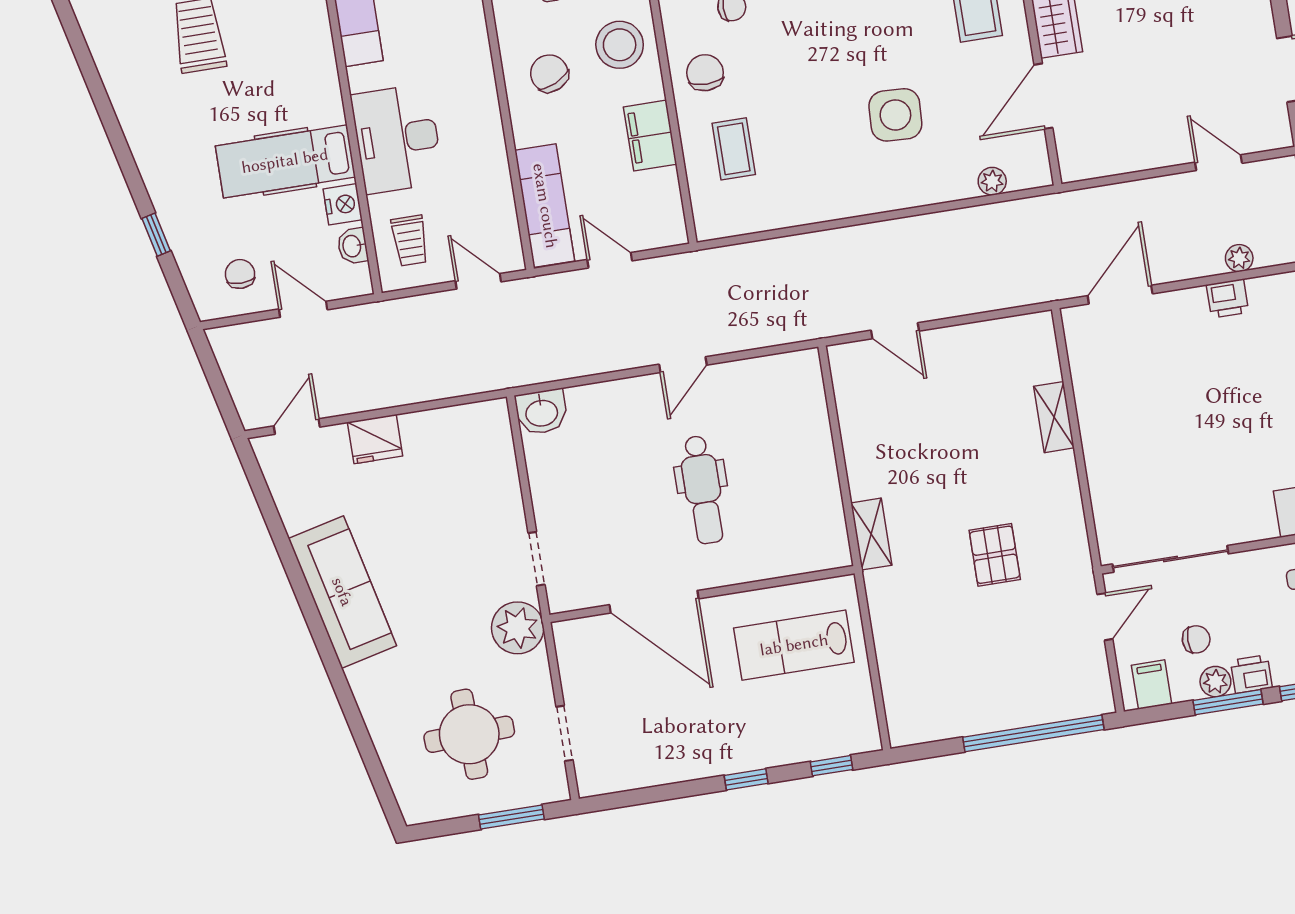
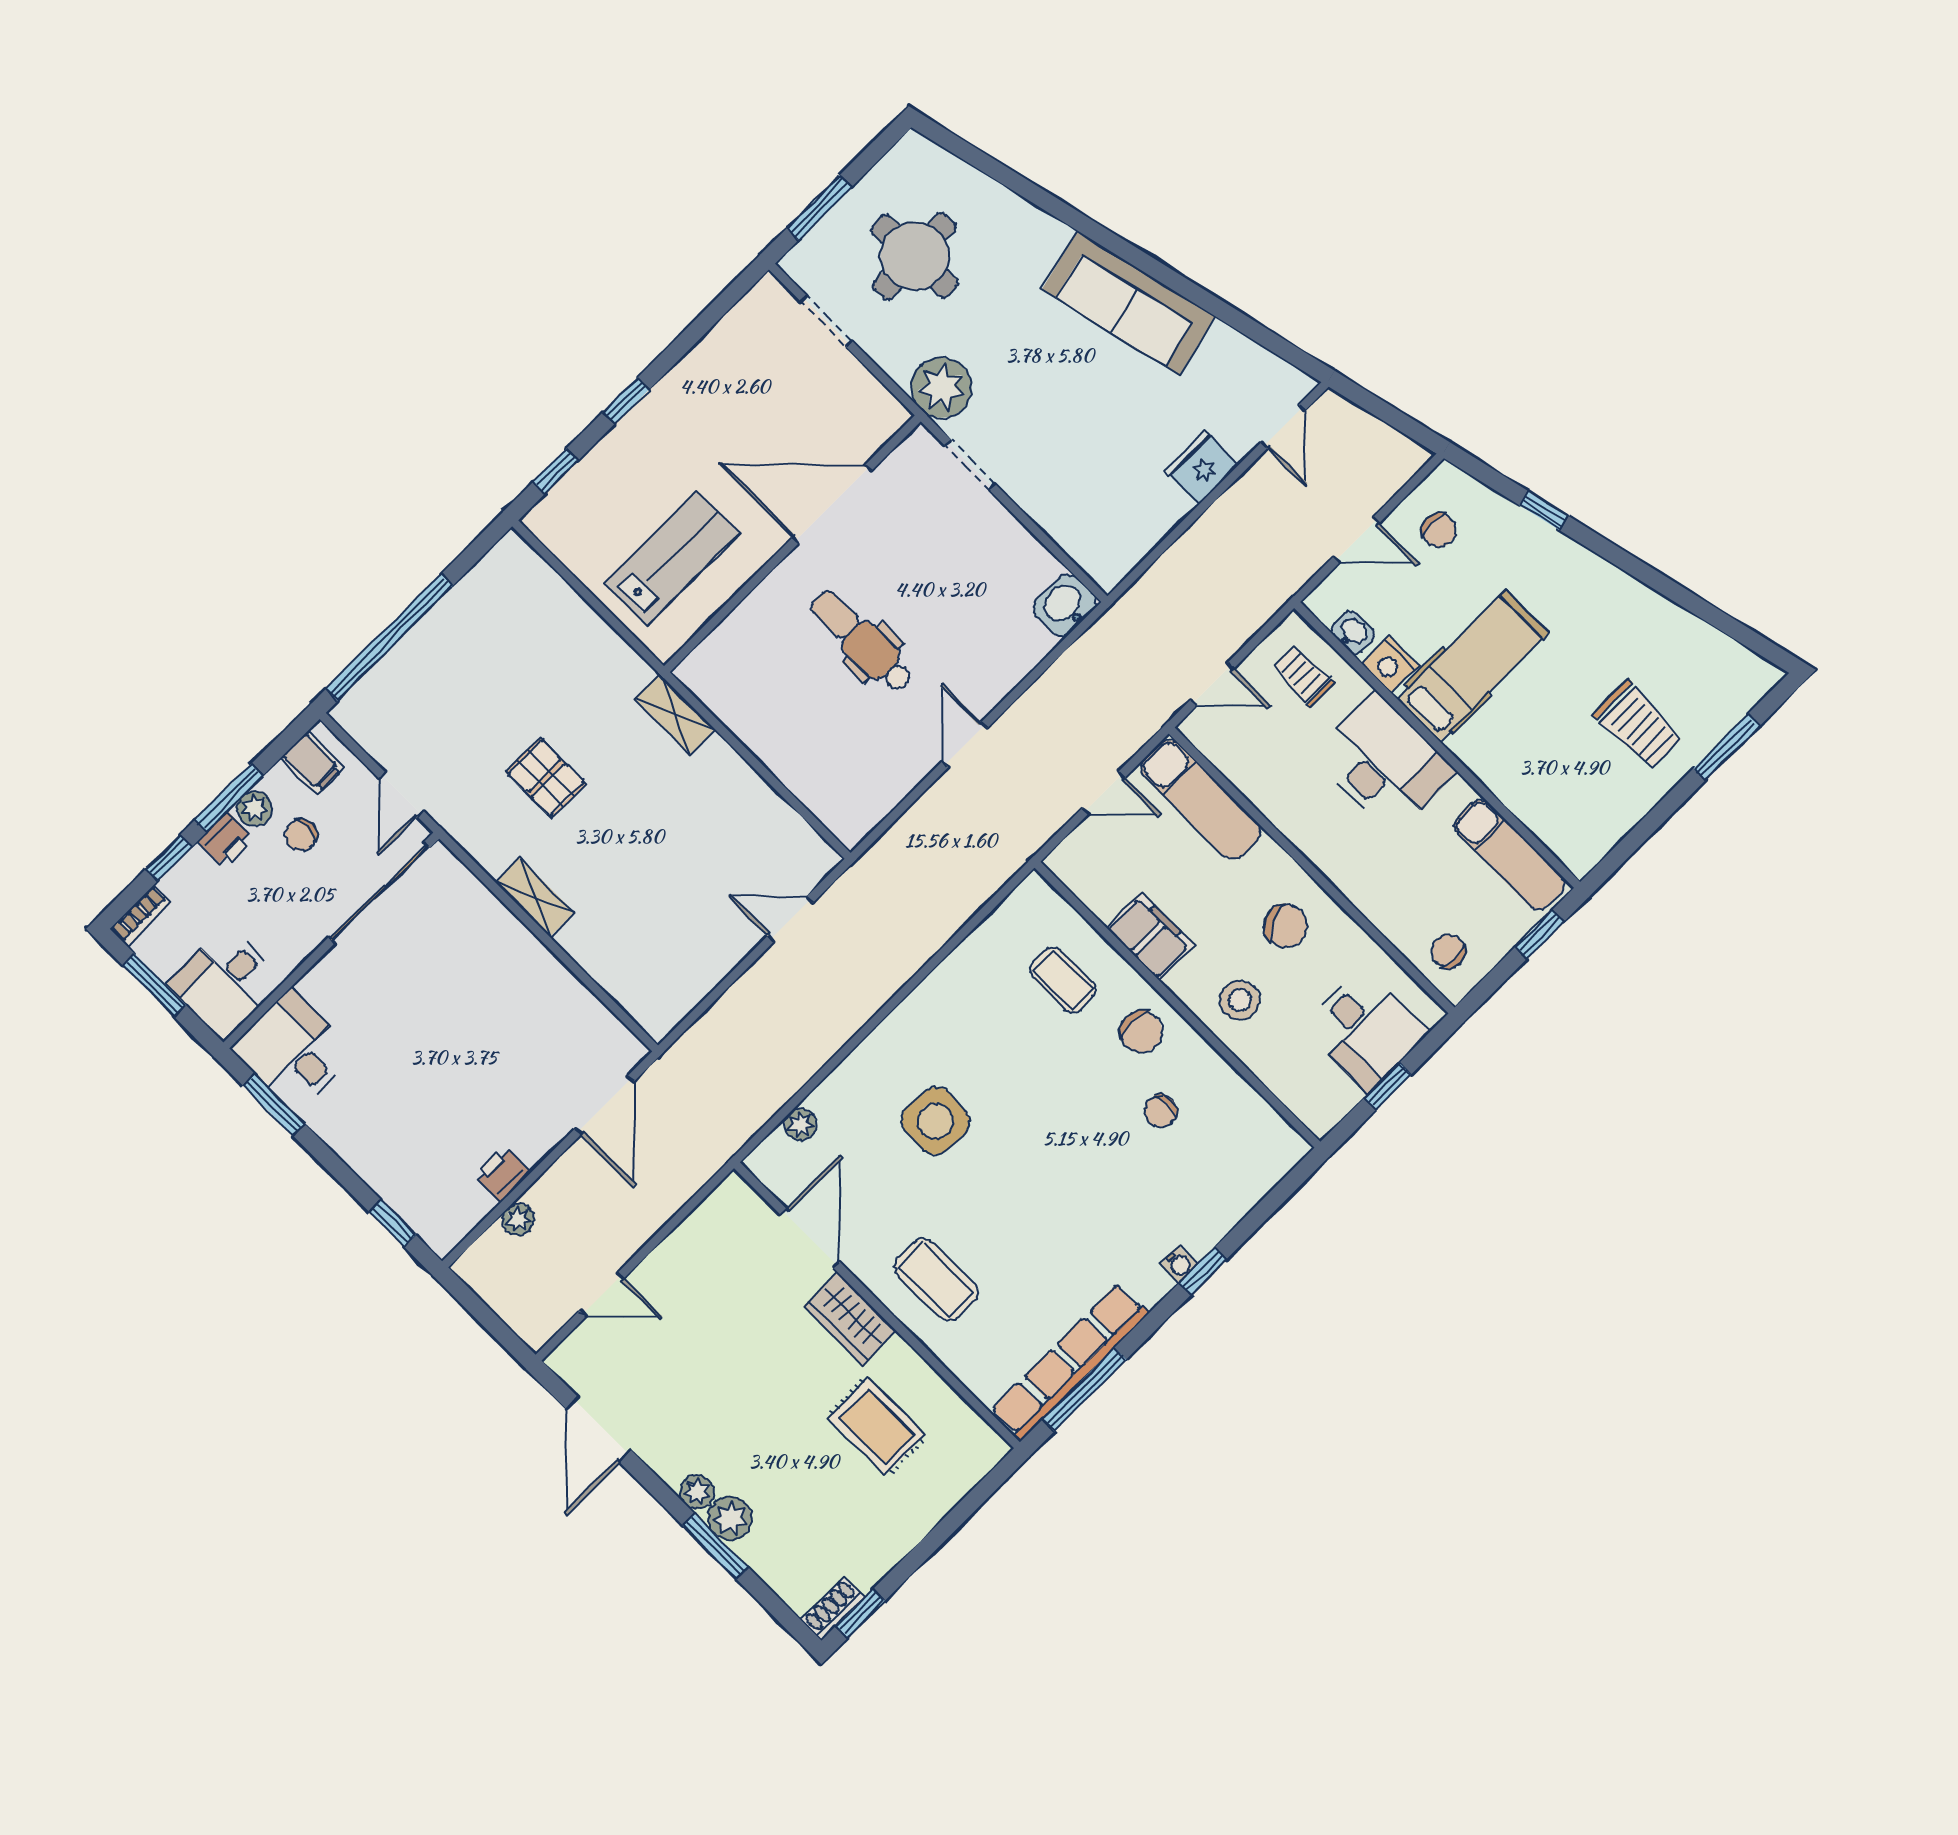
stool: (620, 45) -> (1240, 1000), width x0.73, depth x0.73
shelving: (1054, 417) -> (534, 897), moved

